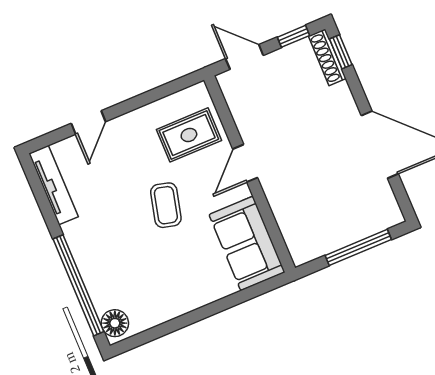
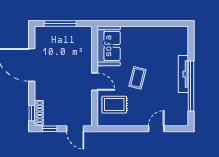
door: (245, 163) -> (95, 82), hinge flipped
tv unit: (54, 185) -> (183, 74), moved
window: (78, 285) -> (191, 86), moved
floor lamp: (115, 323) -> (182, 35), removed

